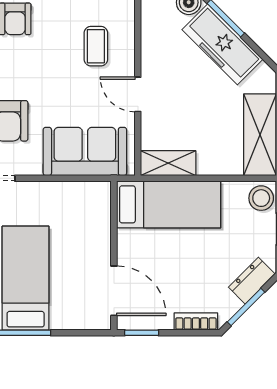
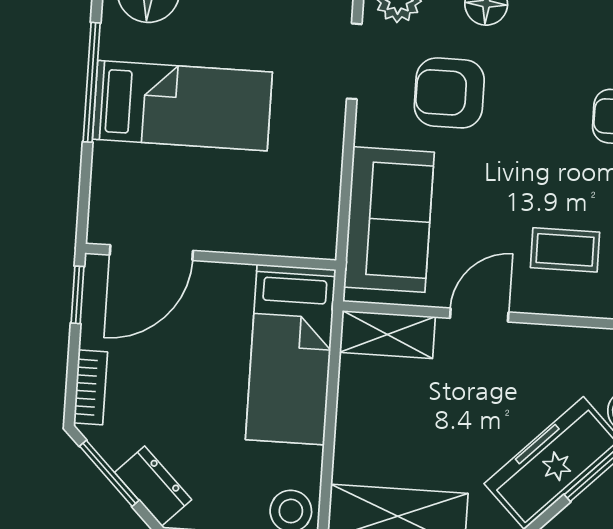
shelving: (168, 163) -> (387, 335), moved, turned 90

